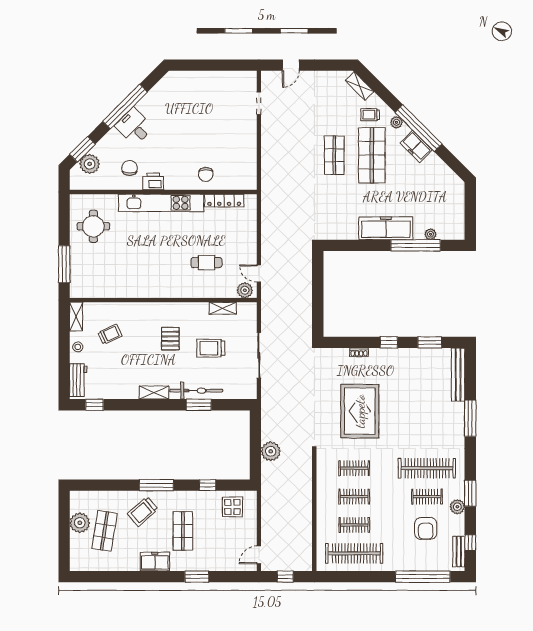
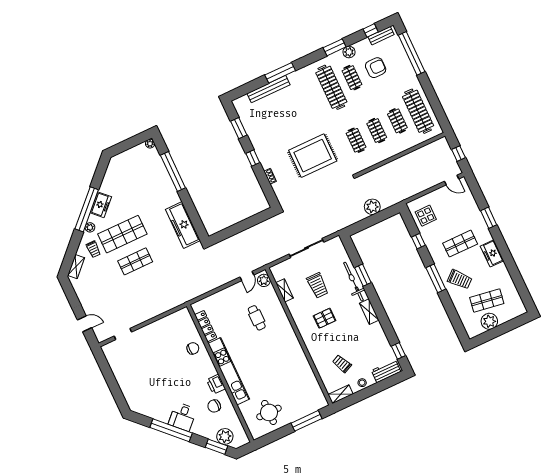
freezer: (386, 228) -> (183, 225), moved
plant: (431, 234) -> (150, 144), moved
bench: (458, 375) -> (268, 89), moved

